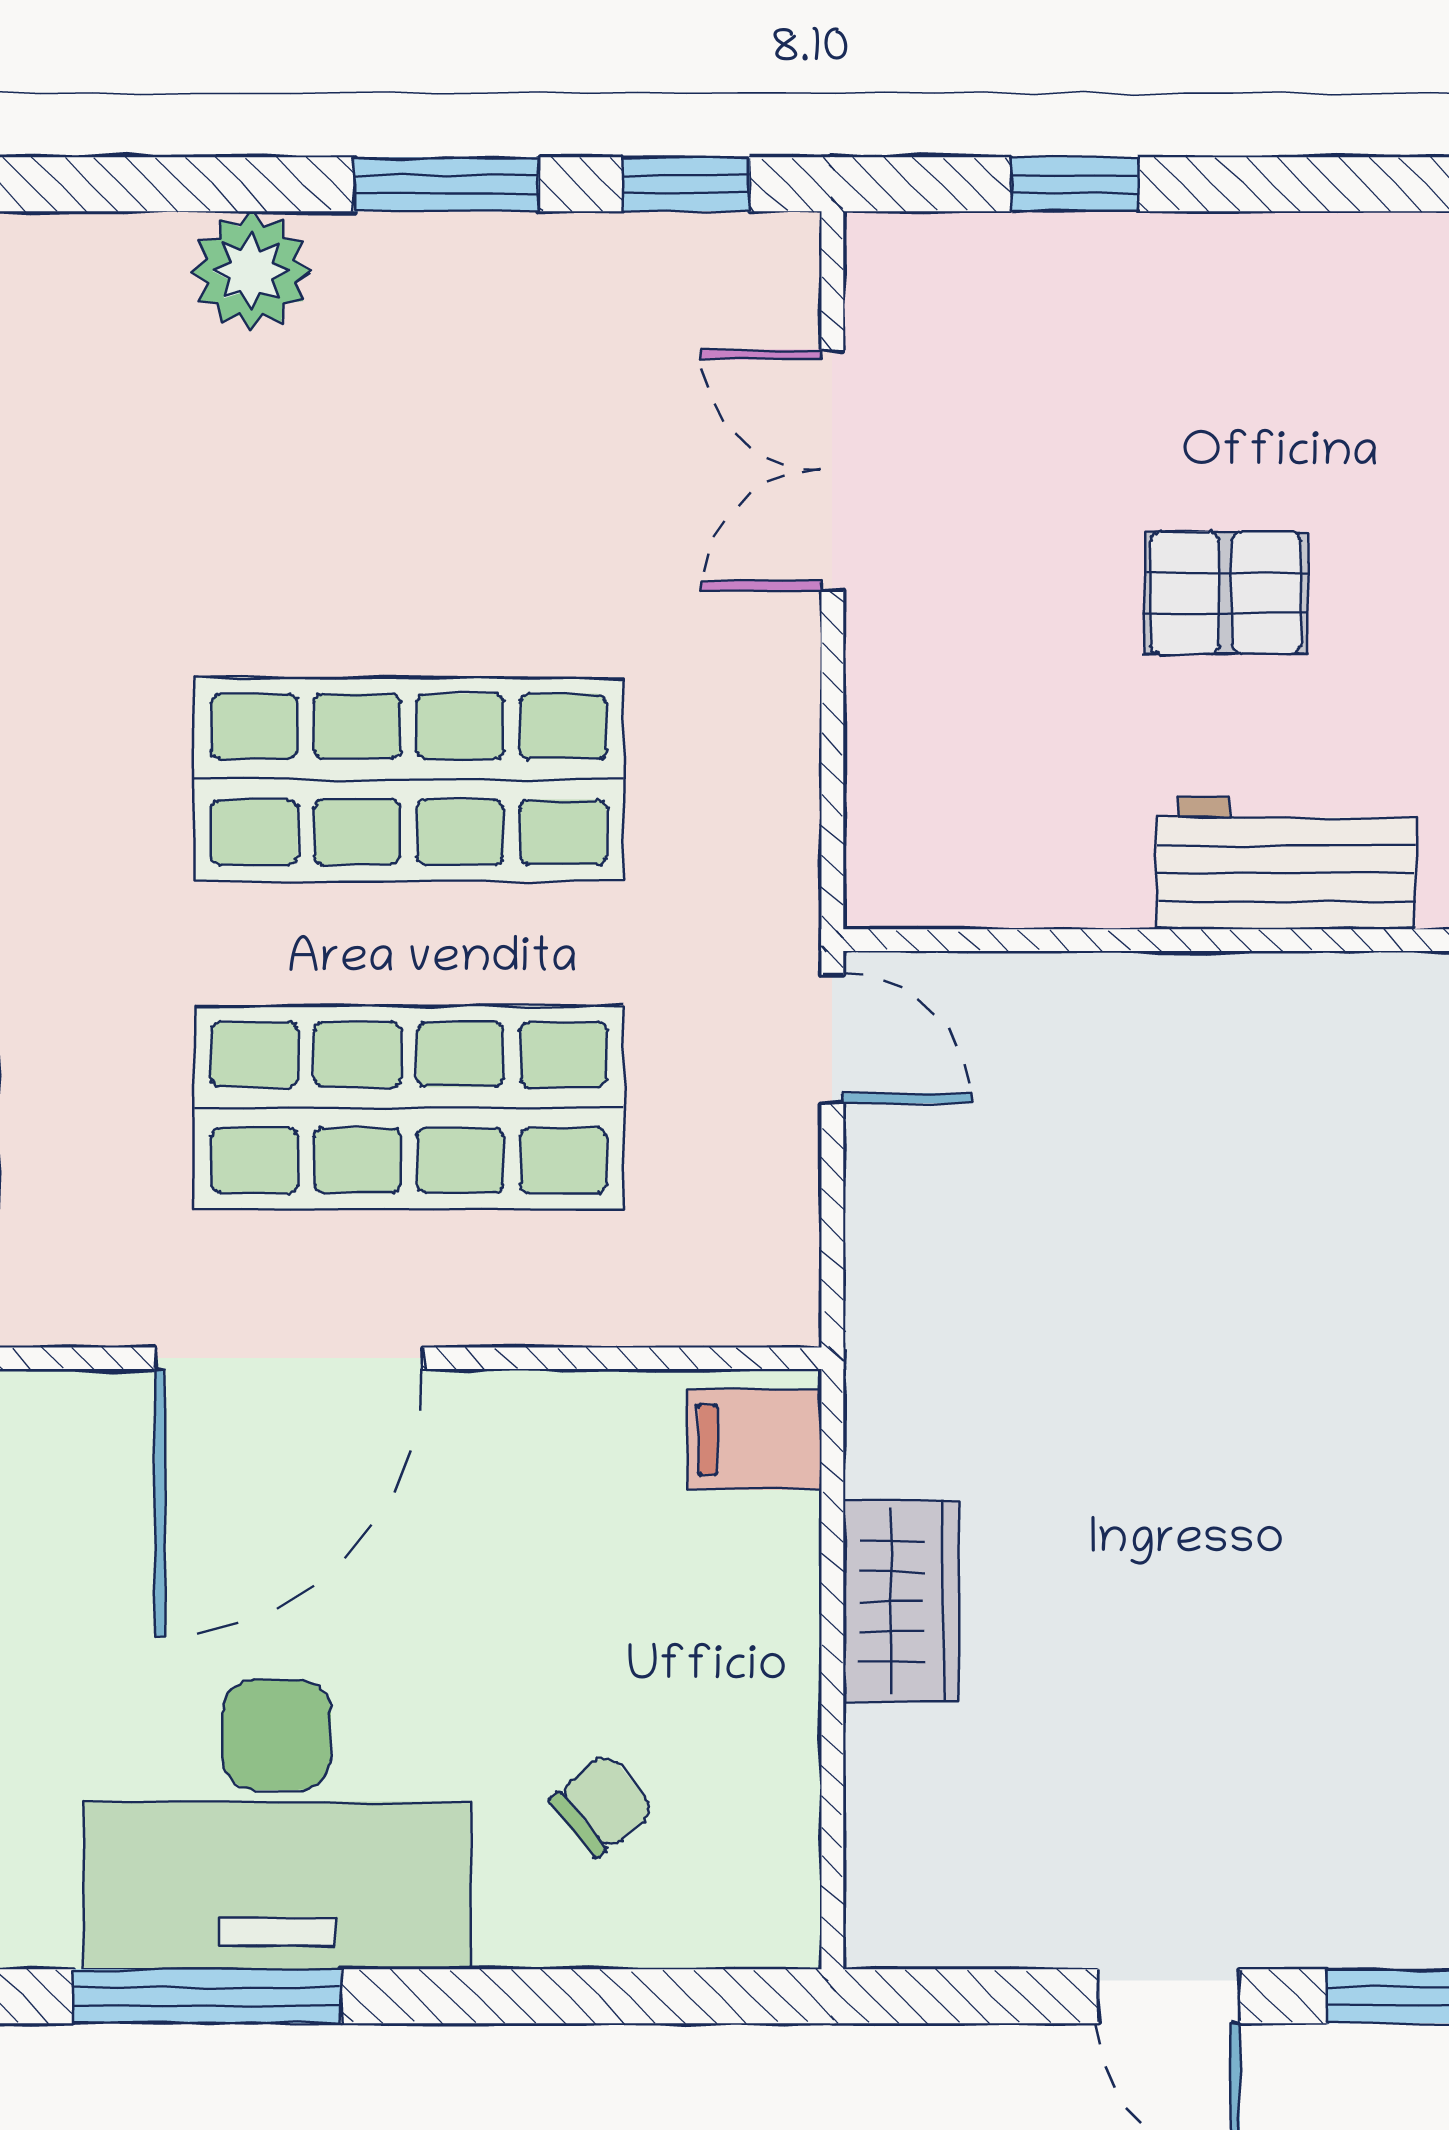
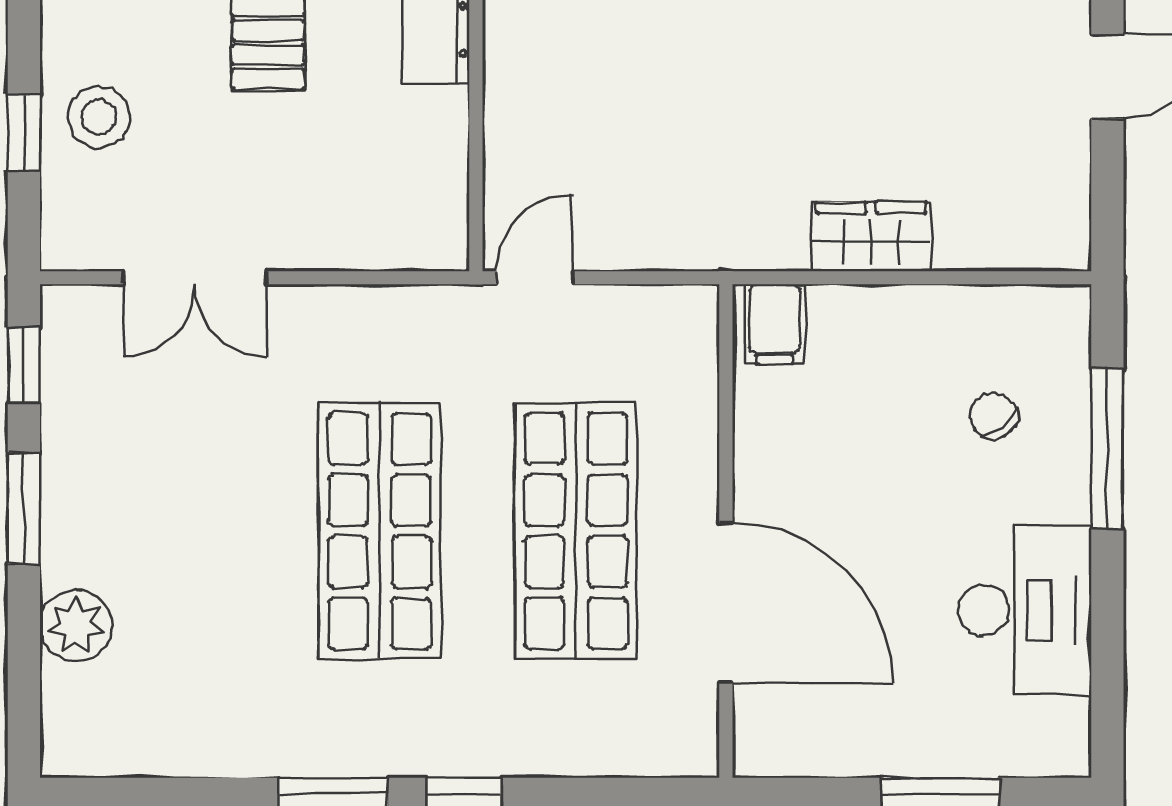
stool: (1101, 310) -> (99, 117), added
desk: (277, 1825) -> (1025, 610), width x0.73, depth x0.77
window: (207, 1996) -> (1107, 449), moved

